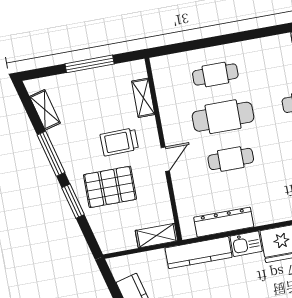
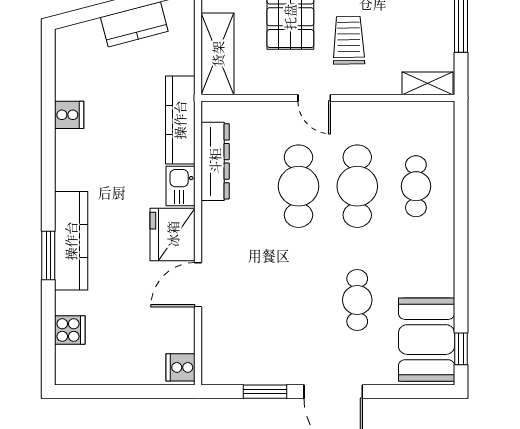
shelving: (143, 98) -> (427, 83), moved
cafe table: (231, 159) -> (298, 186), width x1.37, depth x1.35
shelving: (156, 236) -> (218, 54), width x1.50, depth x1.33

